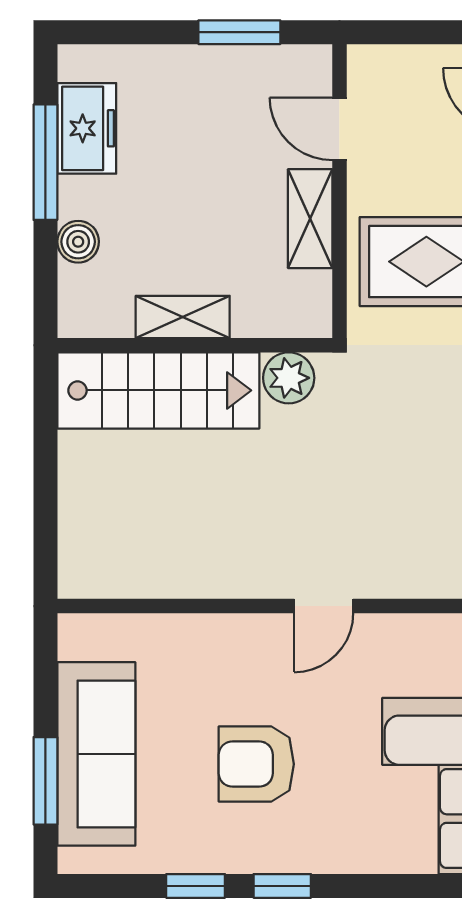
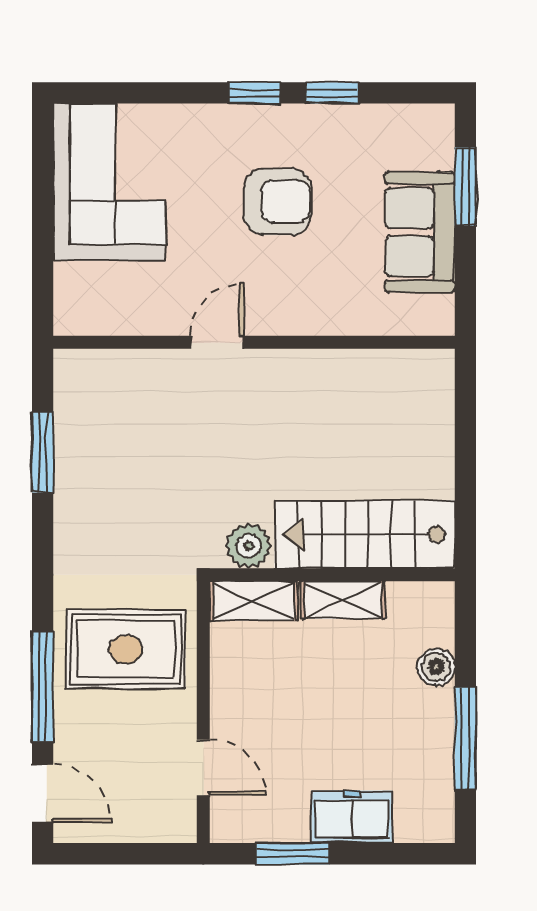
freezer: (87, 128) -> (352, 817), moved, turned 90
shelving: (310, 219) -> (254, 601), moved, turned 90
sofa: (96, 754) -> (420, 232), width x0.73

